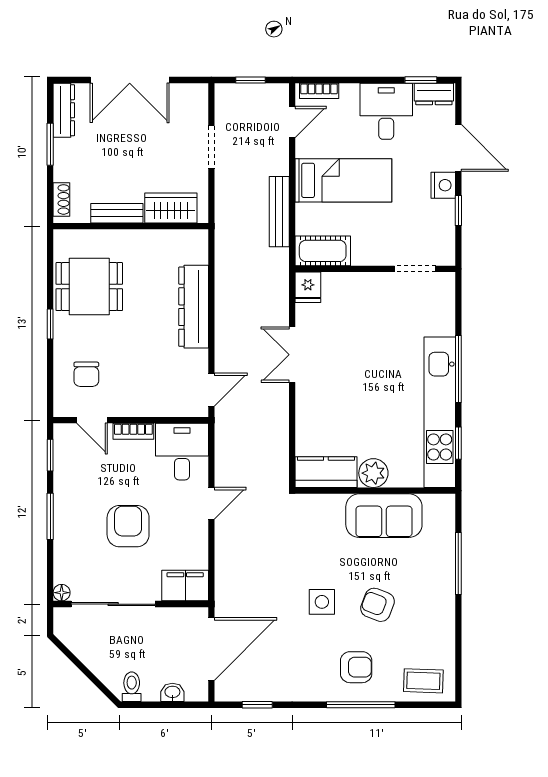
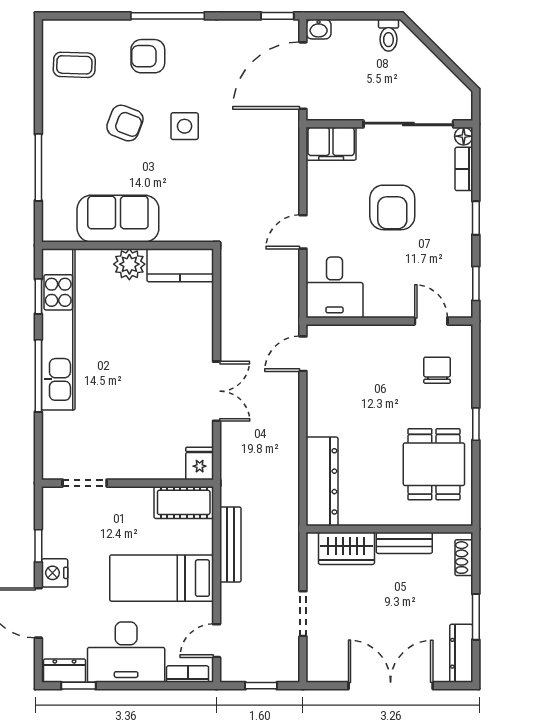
desk: (386, 111) -> (126, 652), width x1.37
dining table: (89, 287) -> (434, 464), turned 90
dresser: (194, 307) -> (322, 481), moved
bookcase: (133, 431) -> (464, 169), moved, turned -90
window: (50, 516) -> (476, 218), width x0.67
coffee table: (423, 681) -> (74, 65), moved
washbasin: (172, 692) -> (319, 29), moved
window: (257, 705) -> (277, 16), moved
window: (361, 705) -> (168, 16), moved

